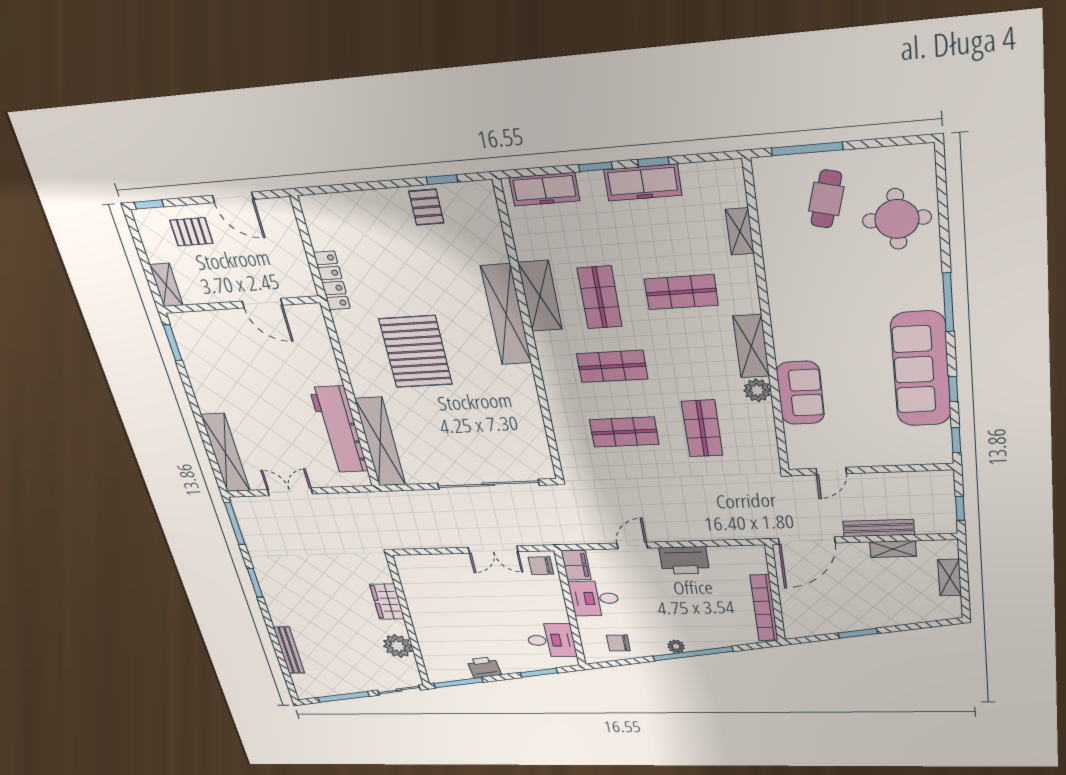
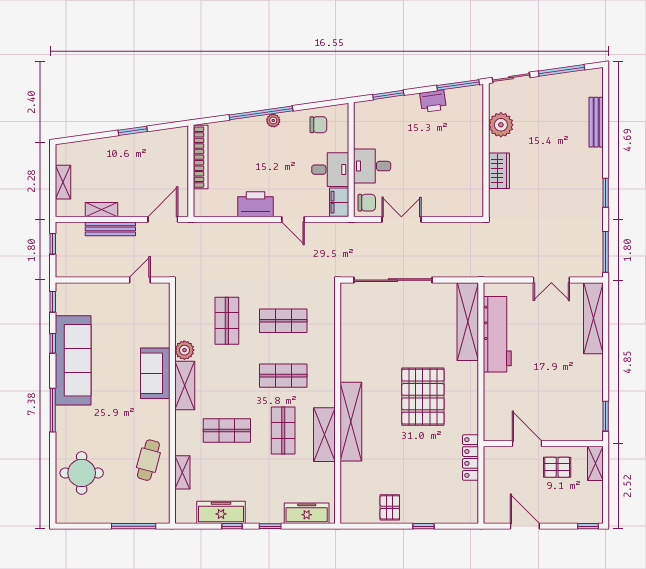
window: (442, 180) -> (423, 526), moved
freezer: (643, 183) -> (221, 512), moved
cafe table: (826, 199) -> (148, 460), moved
pallet: (191, 232) -> (557, 467), moved
sofa: (800, 393) -> (155, 373), moved
door: (807, 541) -> (163, 219), width x0.73
door: (632, 546) -> (293, 219), hinge flipped
desk: (551, 640) -> (372, 166), moved

